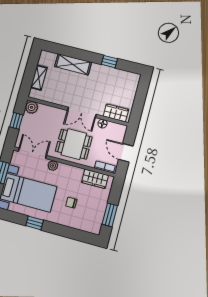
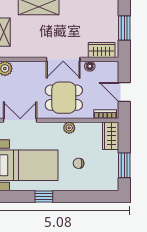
window: (140, 100) -> (124, 28), added
plant: (53, 166) -> (69, 128), moved
wardrobe: (95, 179) -> (111, 136), moved, turned 90

